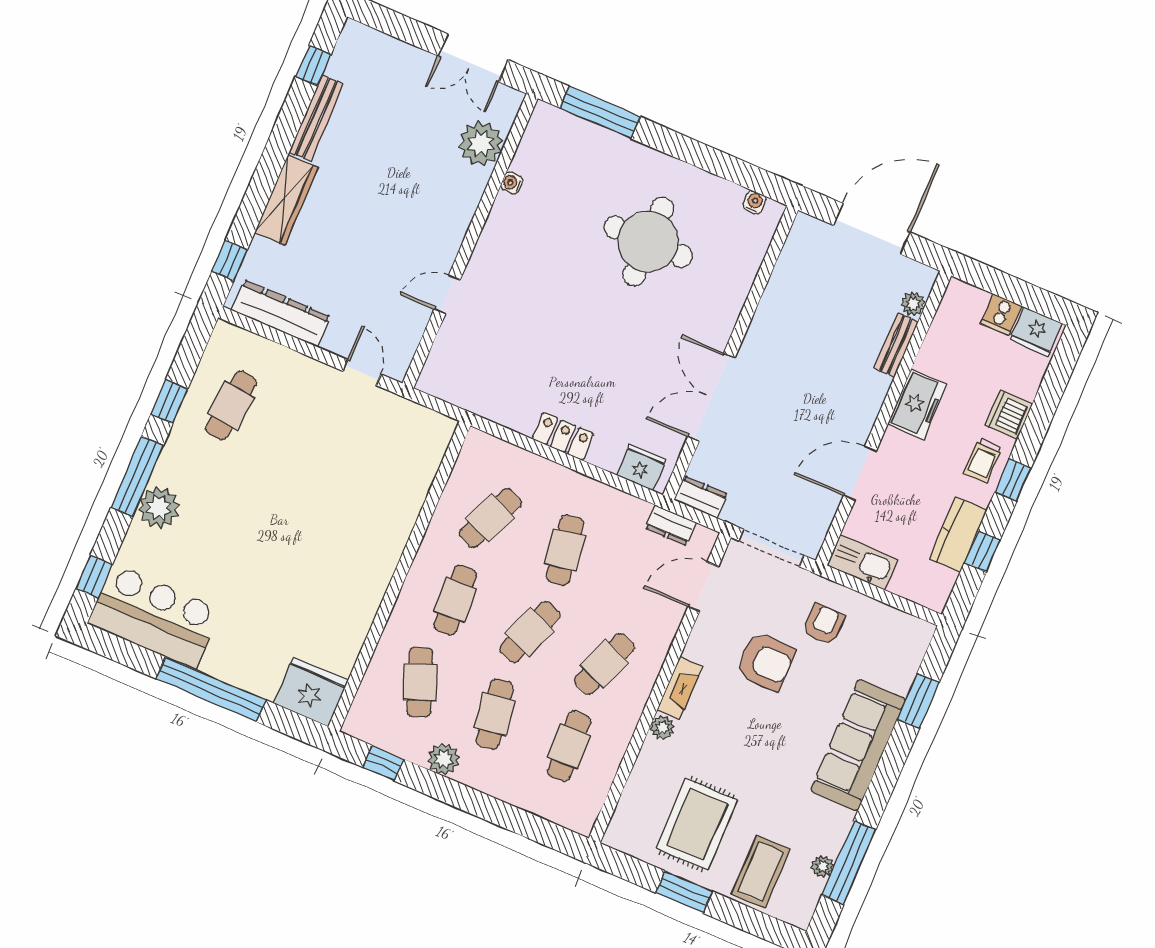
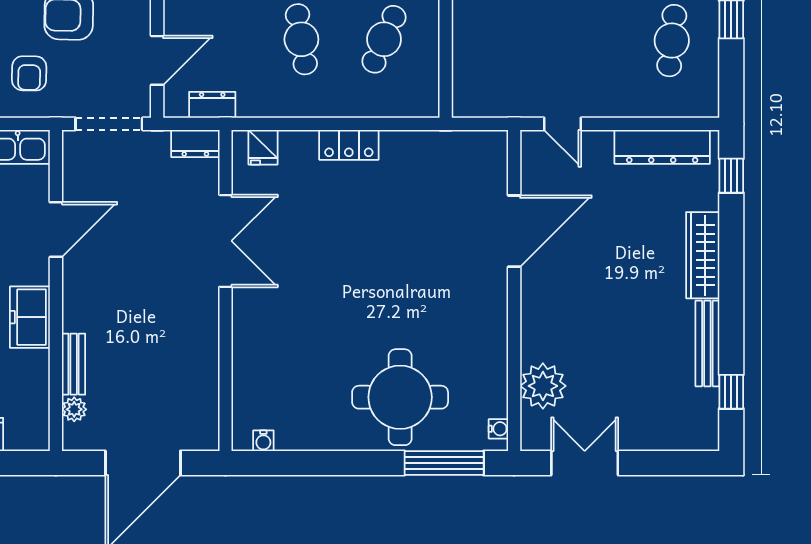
water cooler: (512, 183) -> (498, 429), moved
round table: (648, 242) -> (400, 397), moved
door: (447, 294) -> (514, 231), width x1.88
fridge: (641, 467) -> (263, 147), width x0.72

